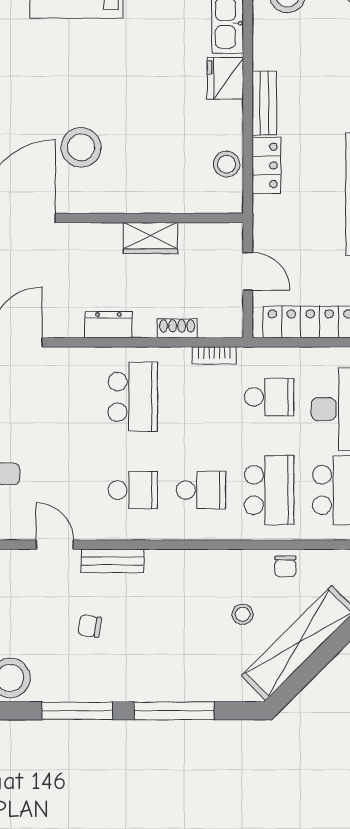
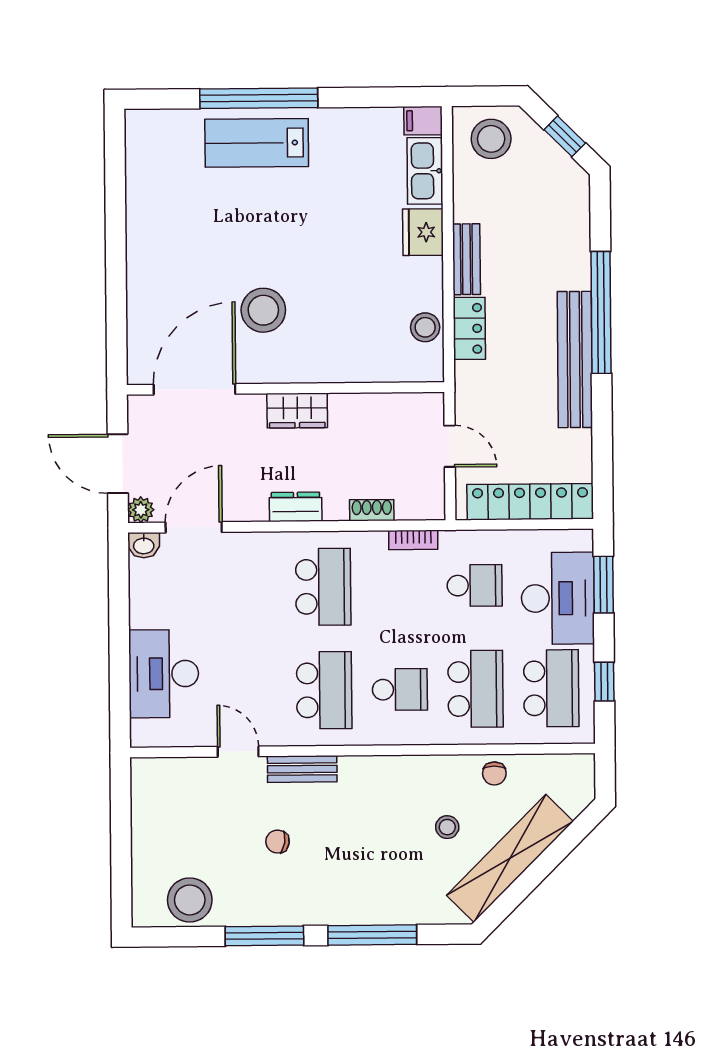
wardrobe: (151, 238) -> (297, 411), moved
school desk: (133, 490) -> (324, 690), width x1.85

